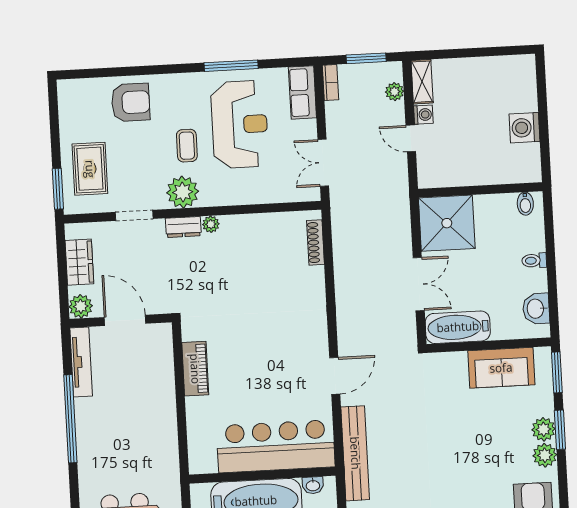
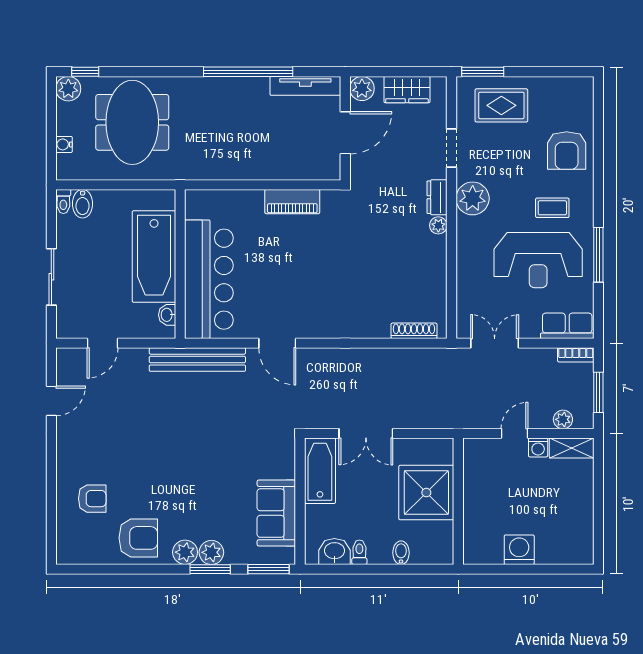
coffee table: (187, 146) -> (552, 208), moved
bidet: (525, 204) -> (401, 553), moved, turned 90
shower: (447, 223) -> (426, 493), moved
toilet: (534, 261) -> (359, 552), moved

